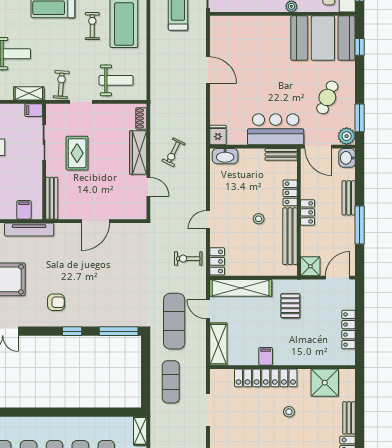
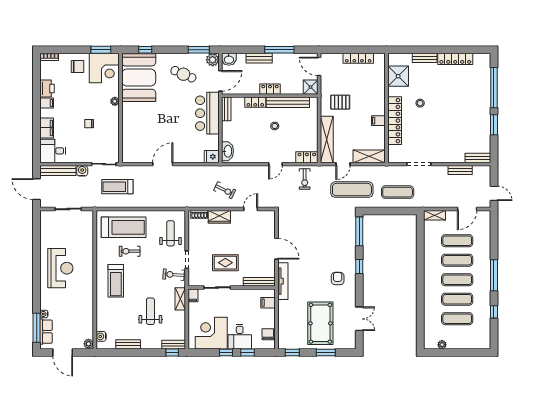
wardrobe: (138, 152) -> (219, 217), width x0.67
door: (208, 220) -> (275, 164), hinge flipped
tv unit: (29, 229) -> (283, 281), moved

